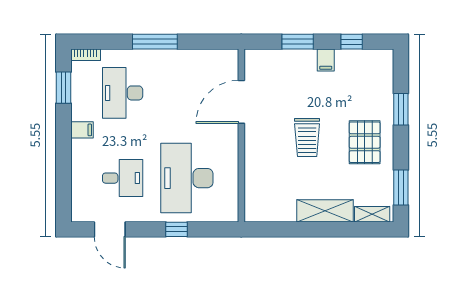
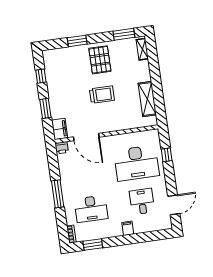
printer: (229, 59) -> (62, 148), added
filing cabinet: (326, 60) -> (60, 129), moved, width x2.00
filing cabinet: (82, 130) -> (128, 228), moved
pallet: (365, 142) -> (100, 60), turned 90
shelving: (325, 211) -> (147, 99), moved
window: (176, 229) -> (167, 155), moved

